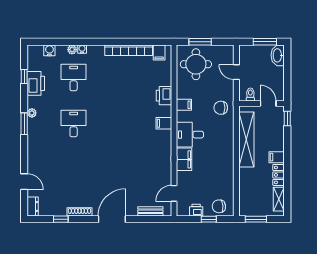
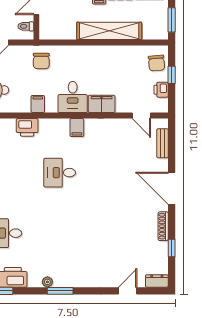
desk: (74, 123) -> (60, 173), moved
filing cabinet: (164, 123) -> (77, 128), moved
shelving: (246, 140) -> (109, 31), moved

